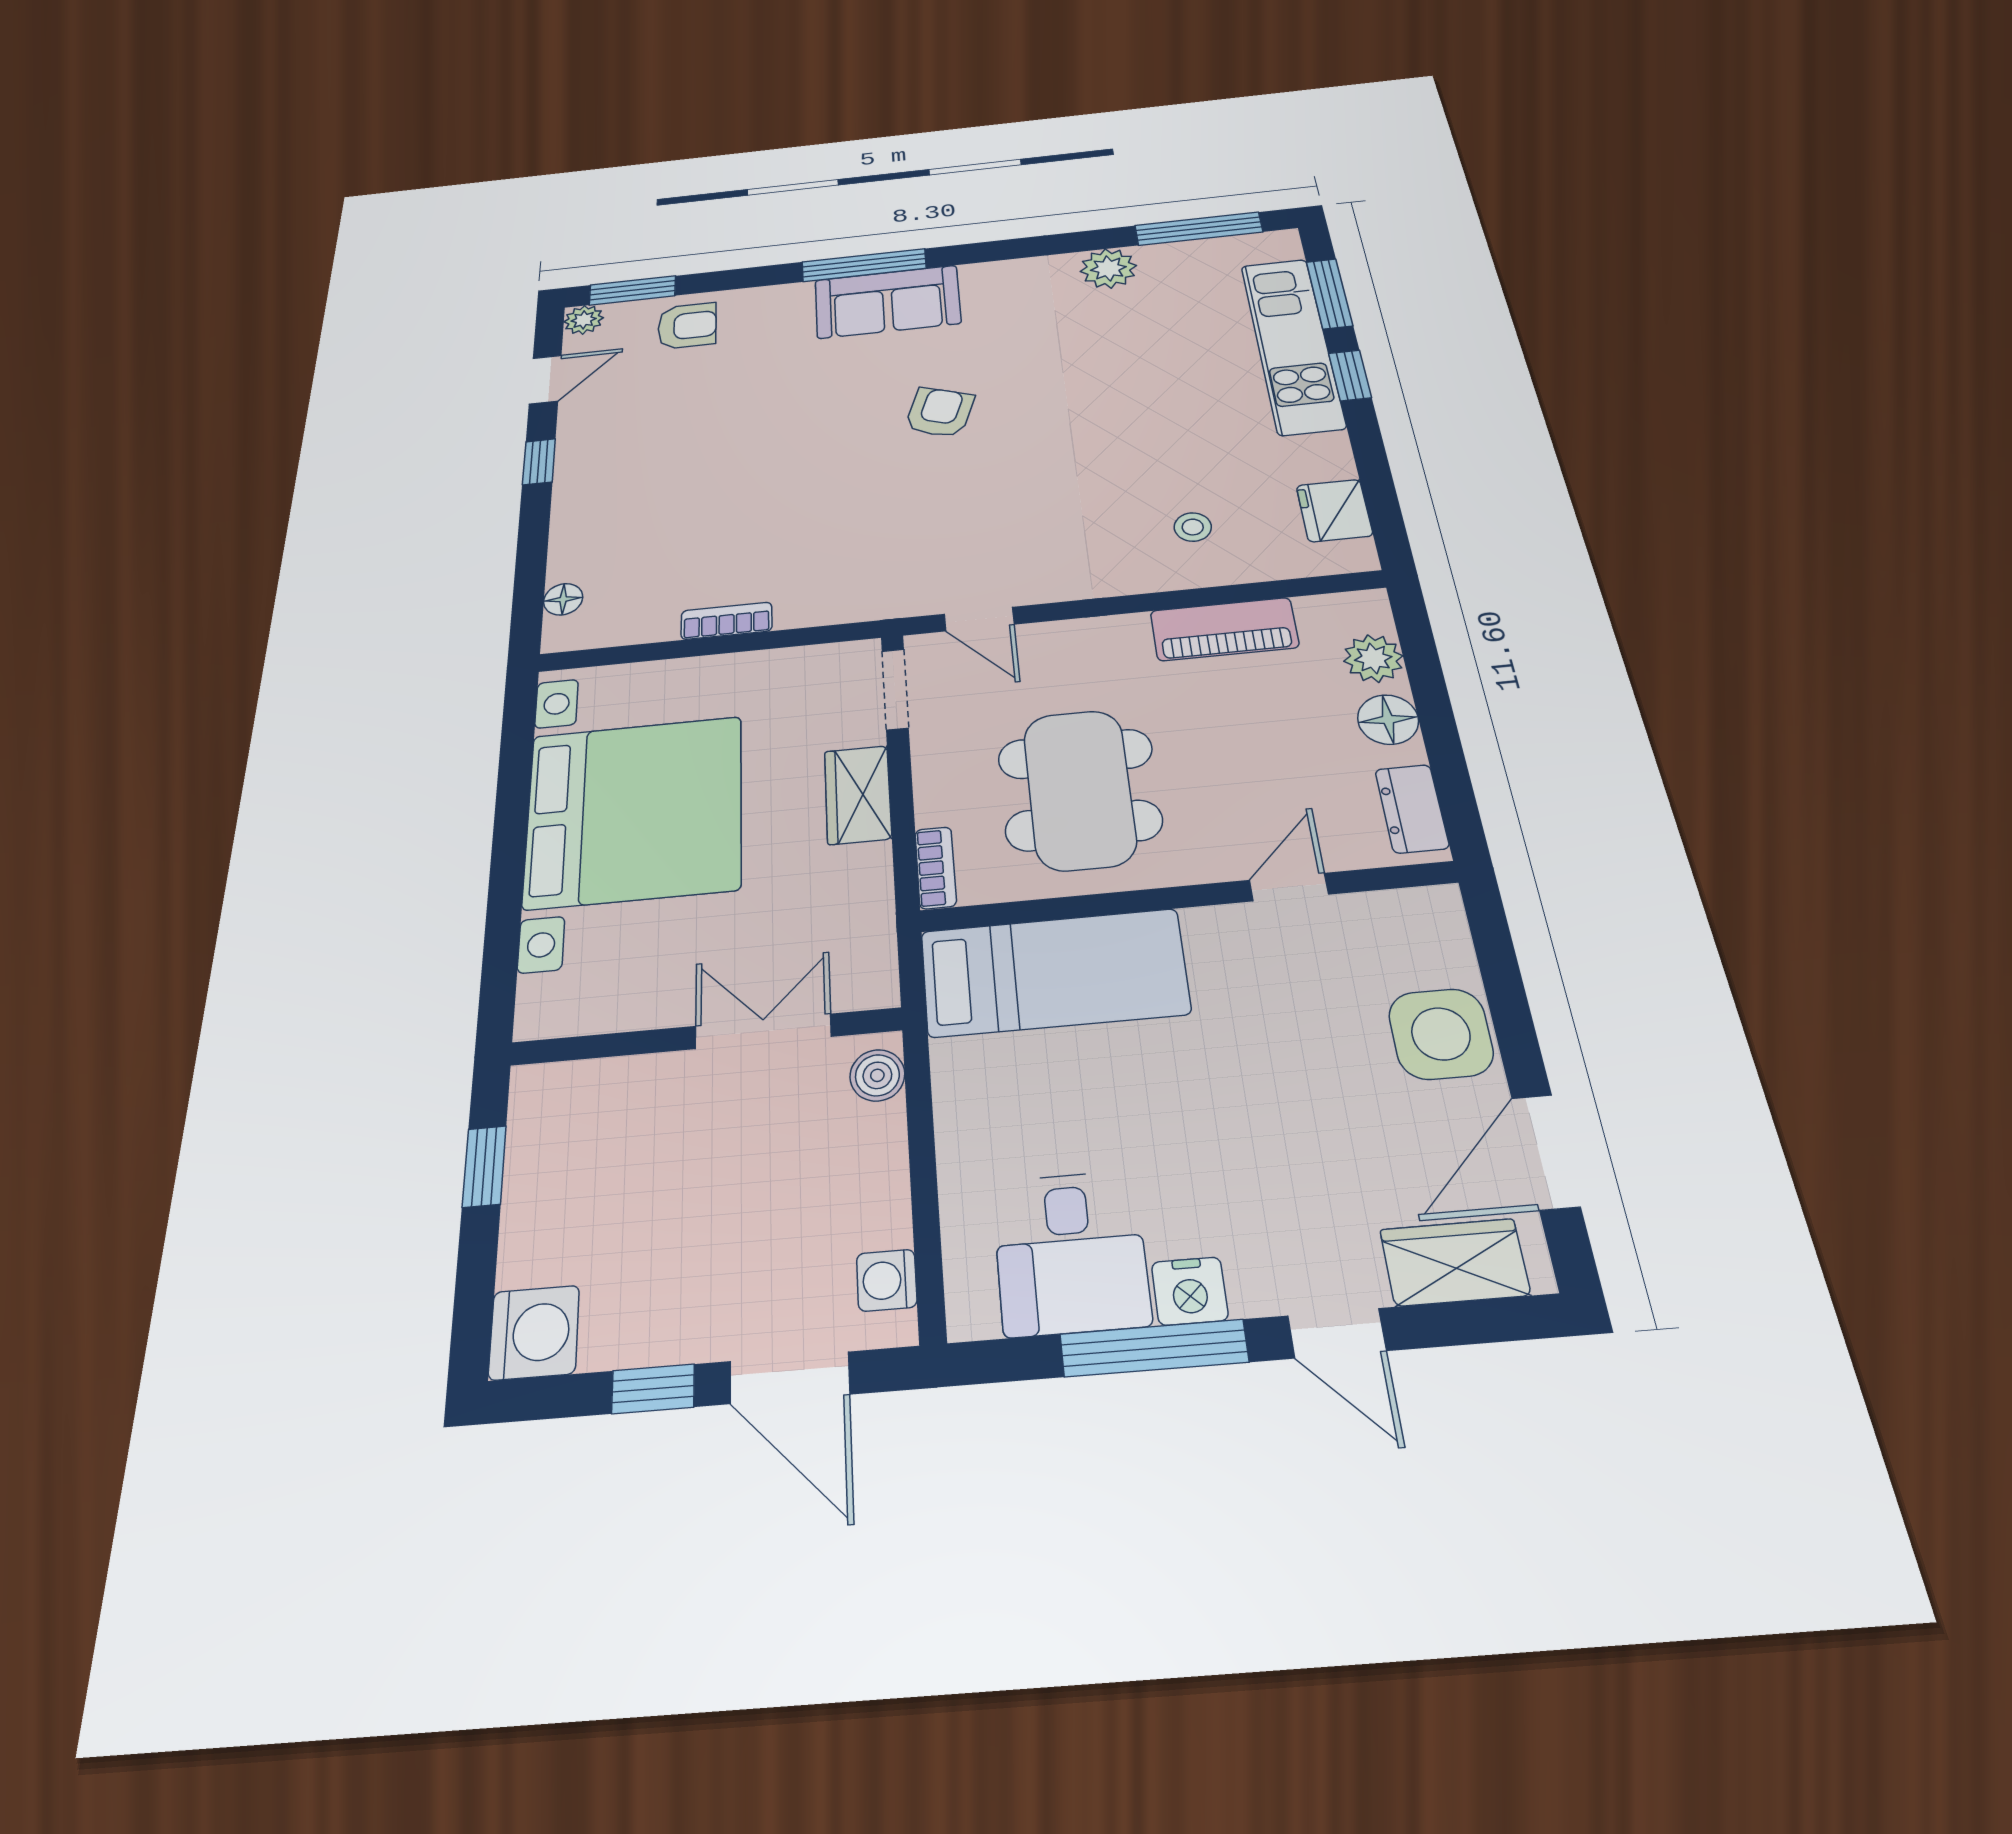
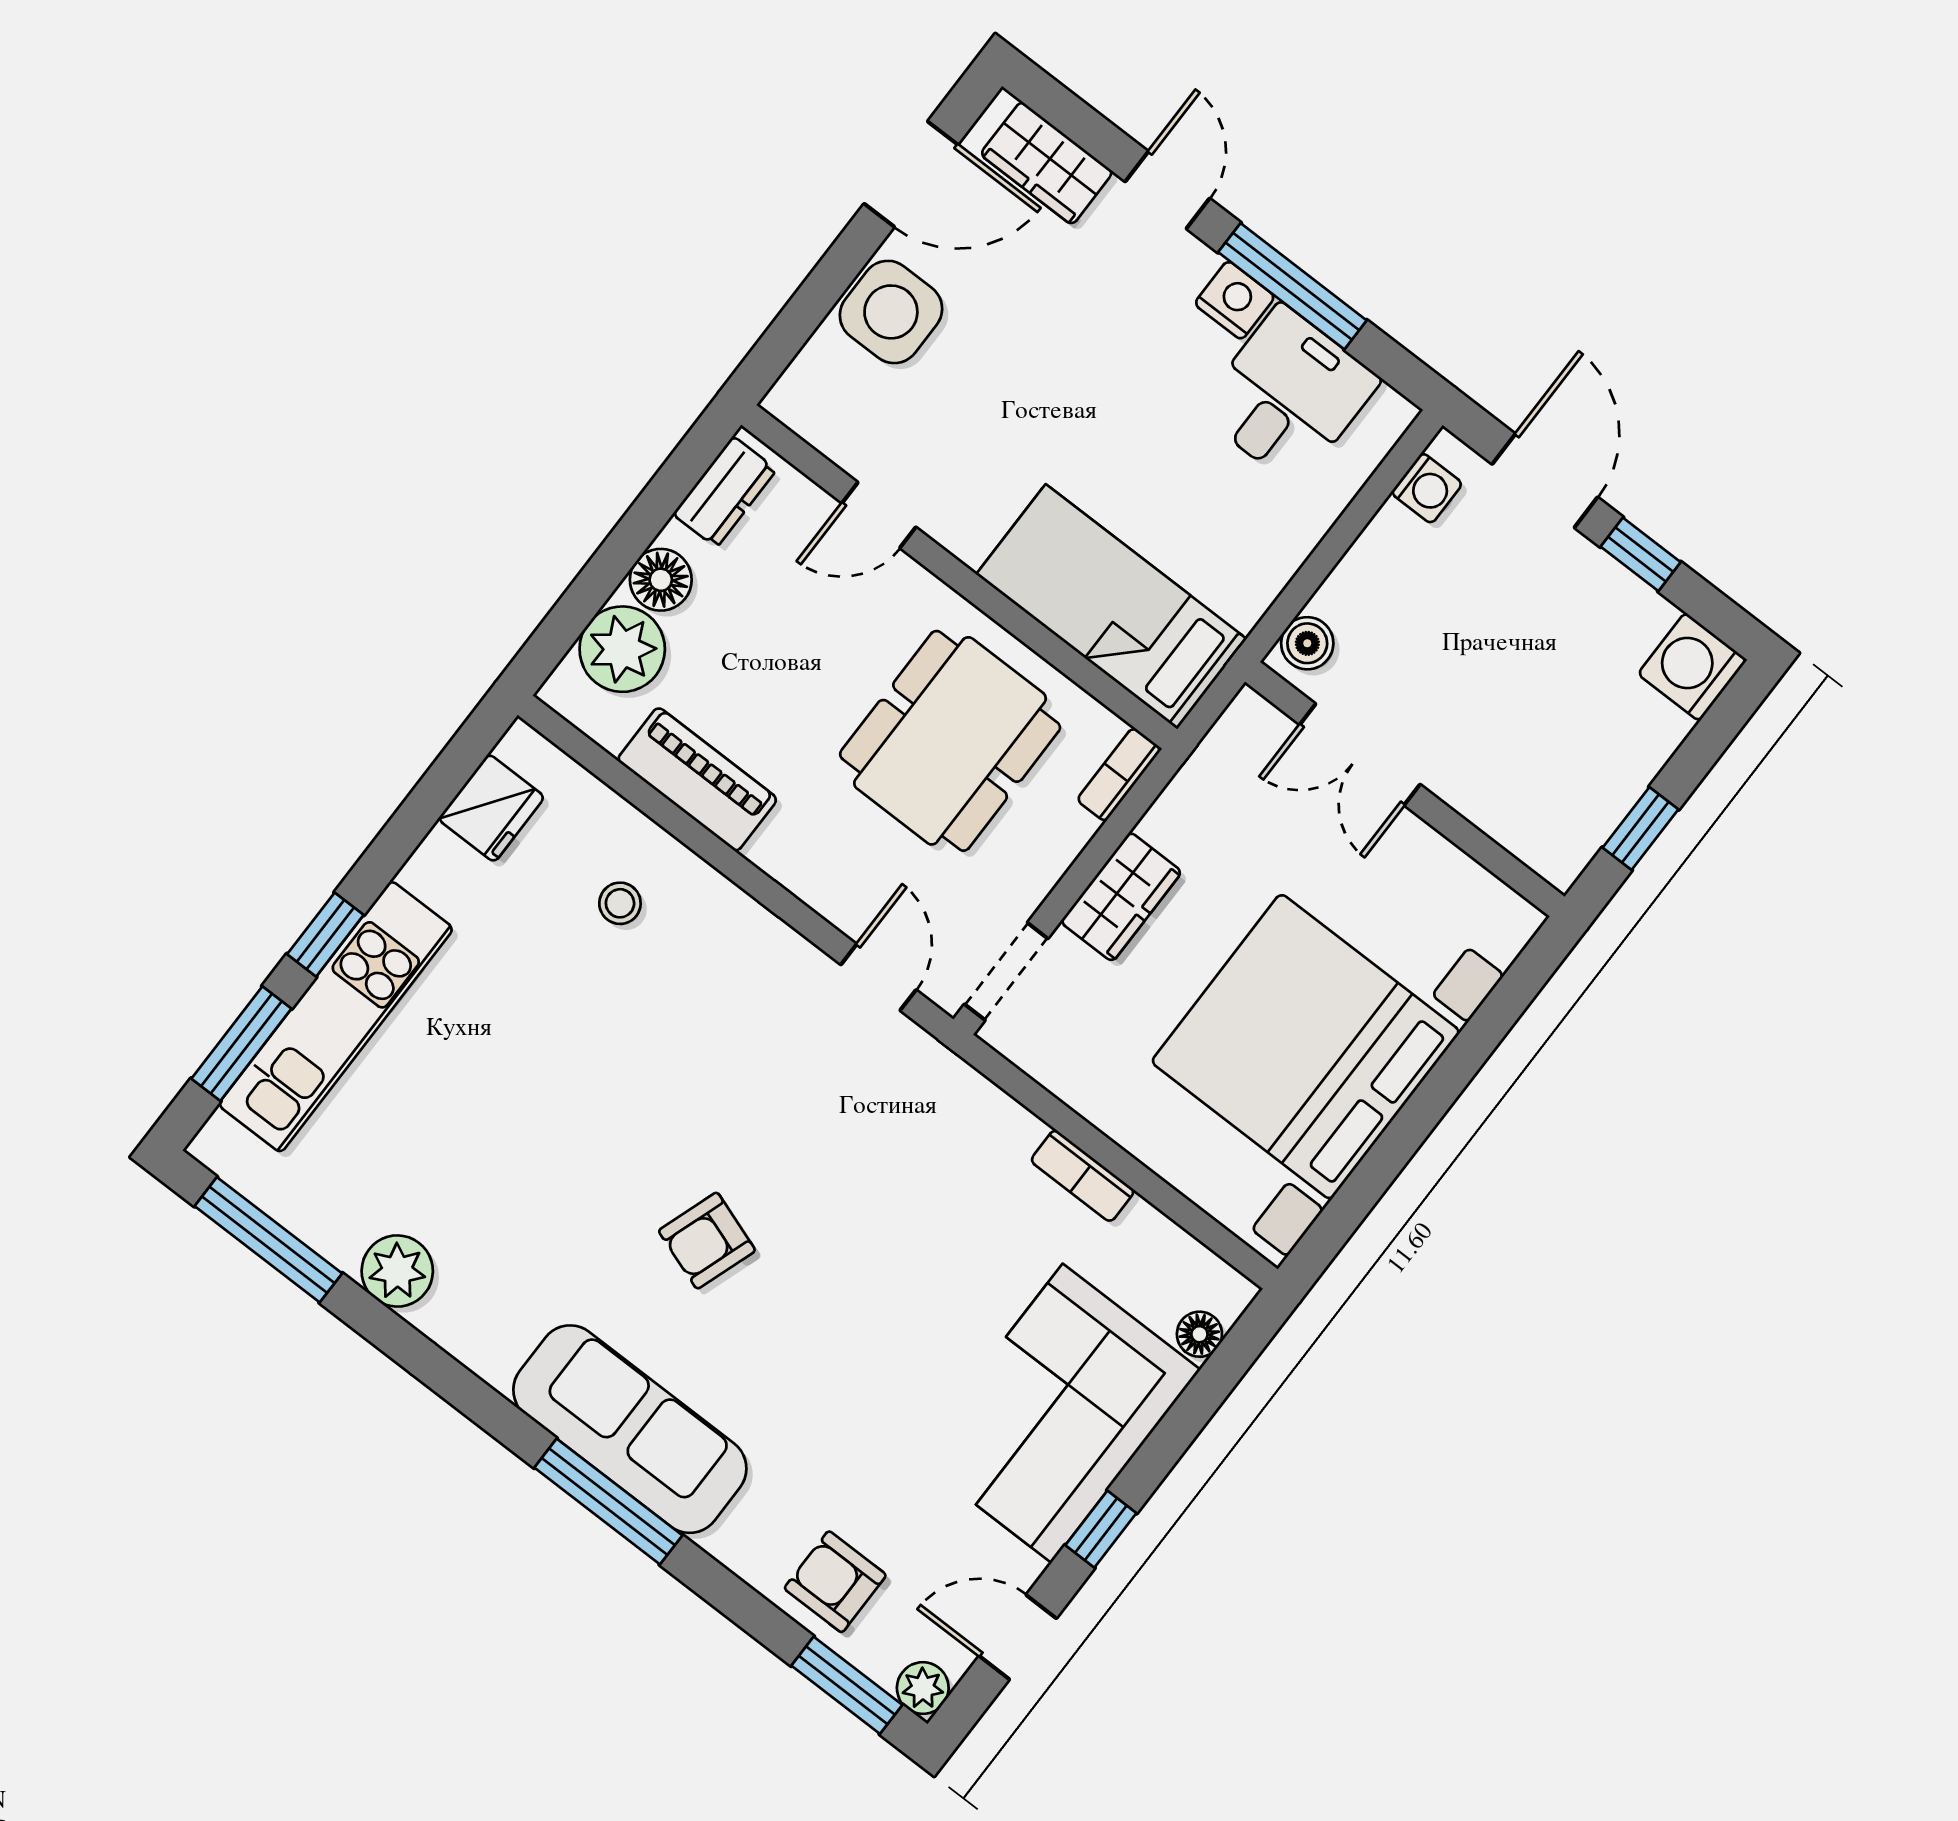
sofa: (887, 302) -> (630, 1429), width x1.36
corner sofa: (623, 494) -> (1057, 1413), added
plant: (1373, 658) -> (622, 649), width x1.36, depth x1.36

